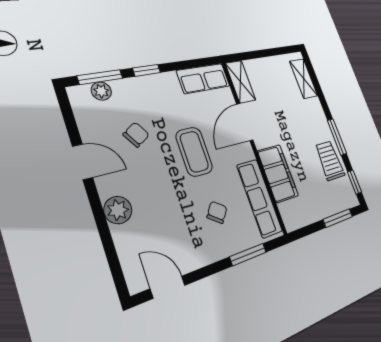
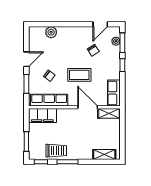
door: (83, 162) -> (100, 24), moved
filing cabinet: (278, 173) -> (42, 115), moved
plant: (118, 210) -> (51, 32), moved
door: (168, 287) -> (26, 59), moved

